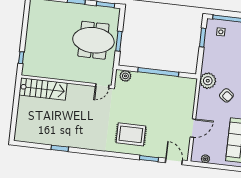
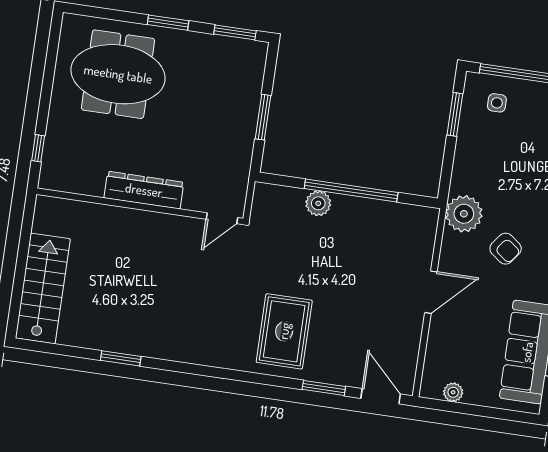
meeting table: (93, 40) -> (118, 74), moved
dresser: (68, 75) -> (144, 190), added
plant: (125, 76) -> (318, 203), moved
stairs: (43, 89) -> (43, 288), moved, turned -90
door: (193, 128) -> (431, 292), moved
rug: (131, 134) -> (284, 331), turned 90

